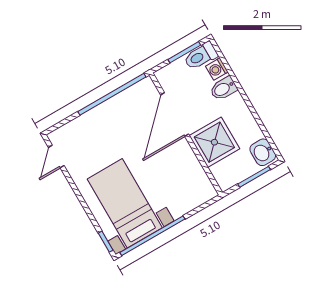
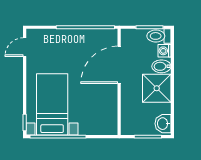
shower: (214, 142) -> (157, 88), moved

